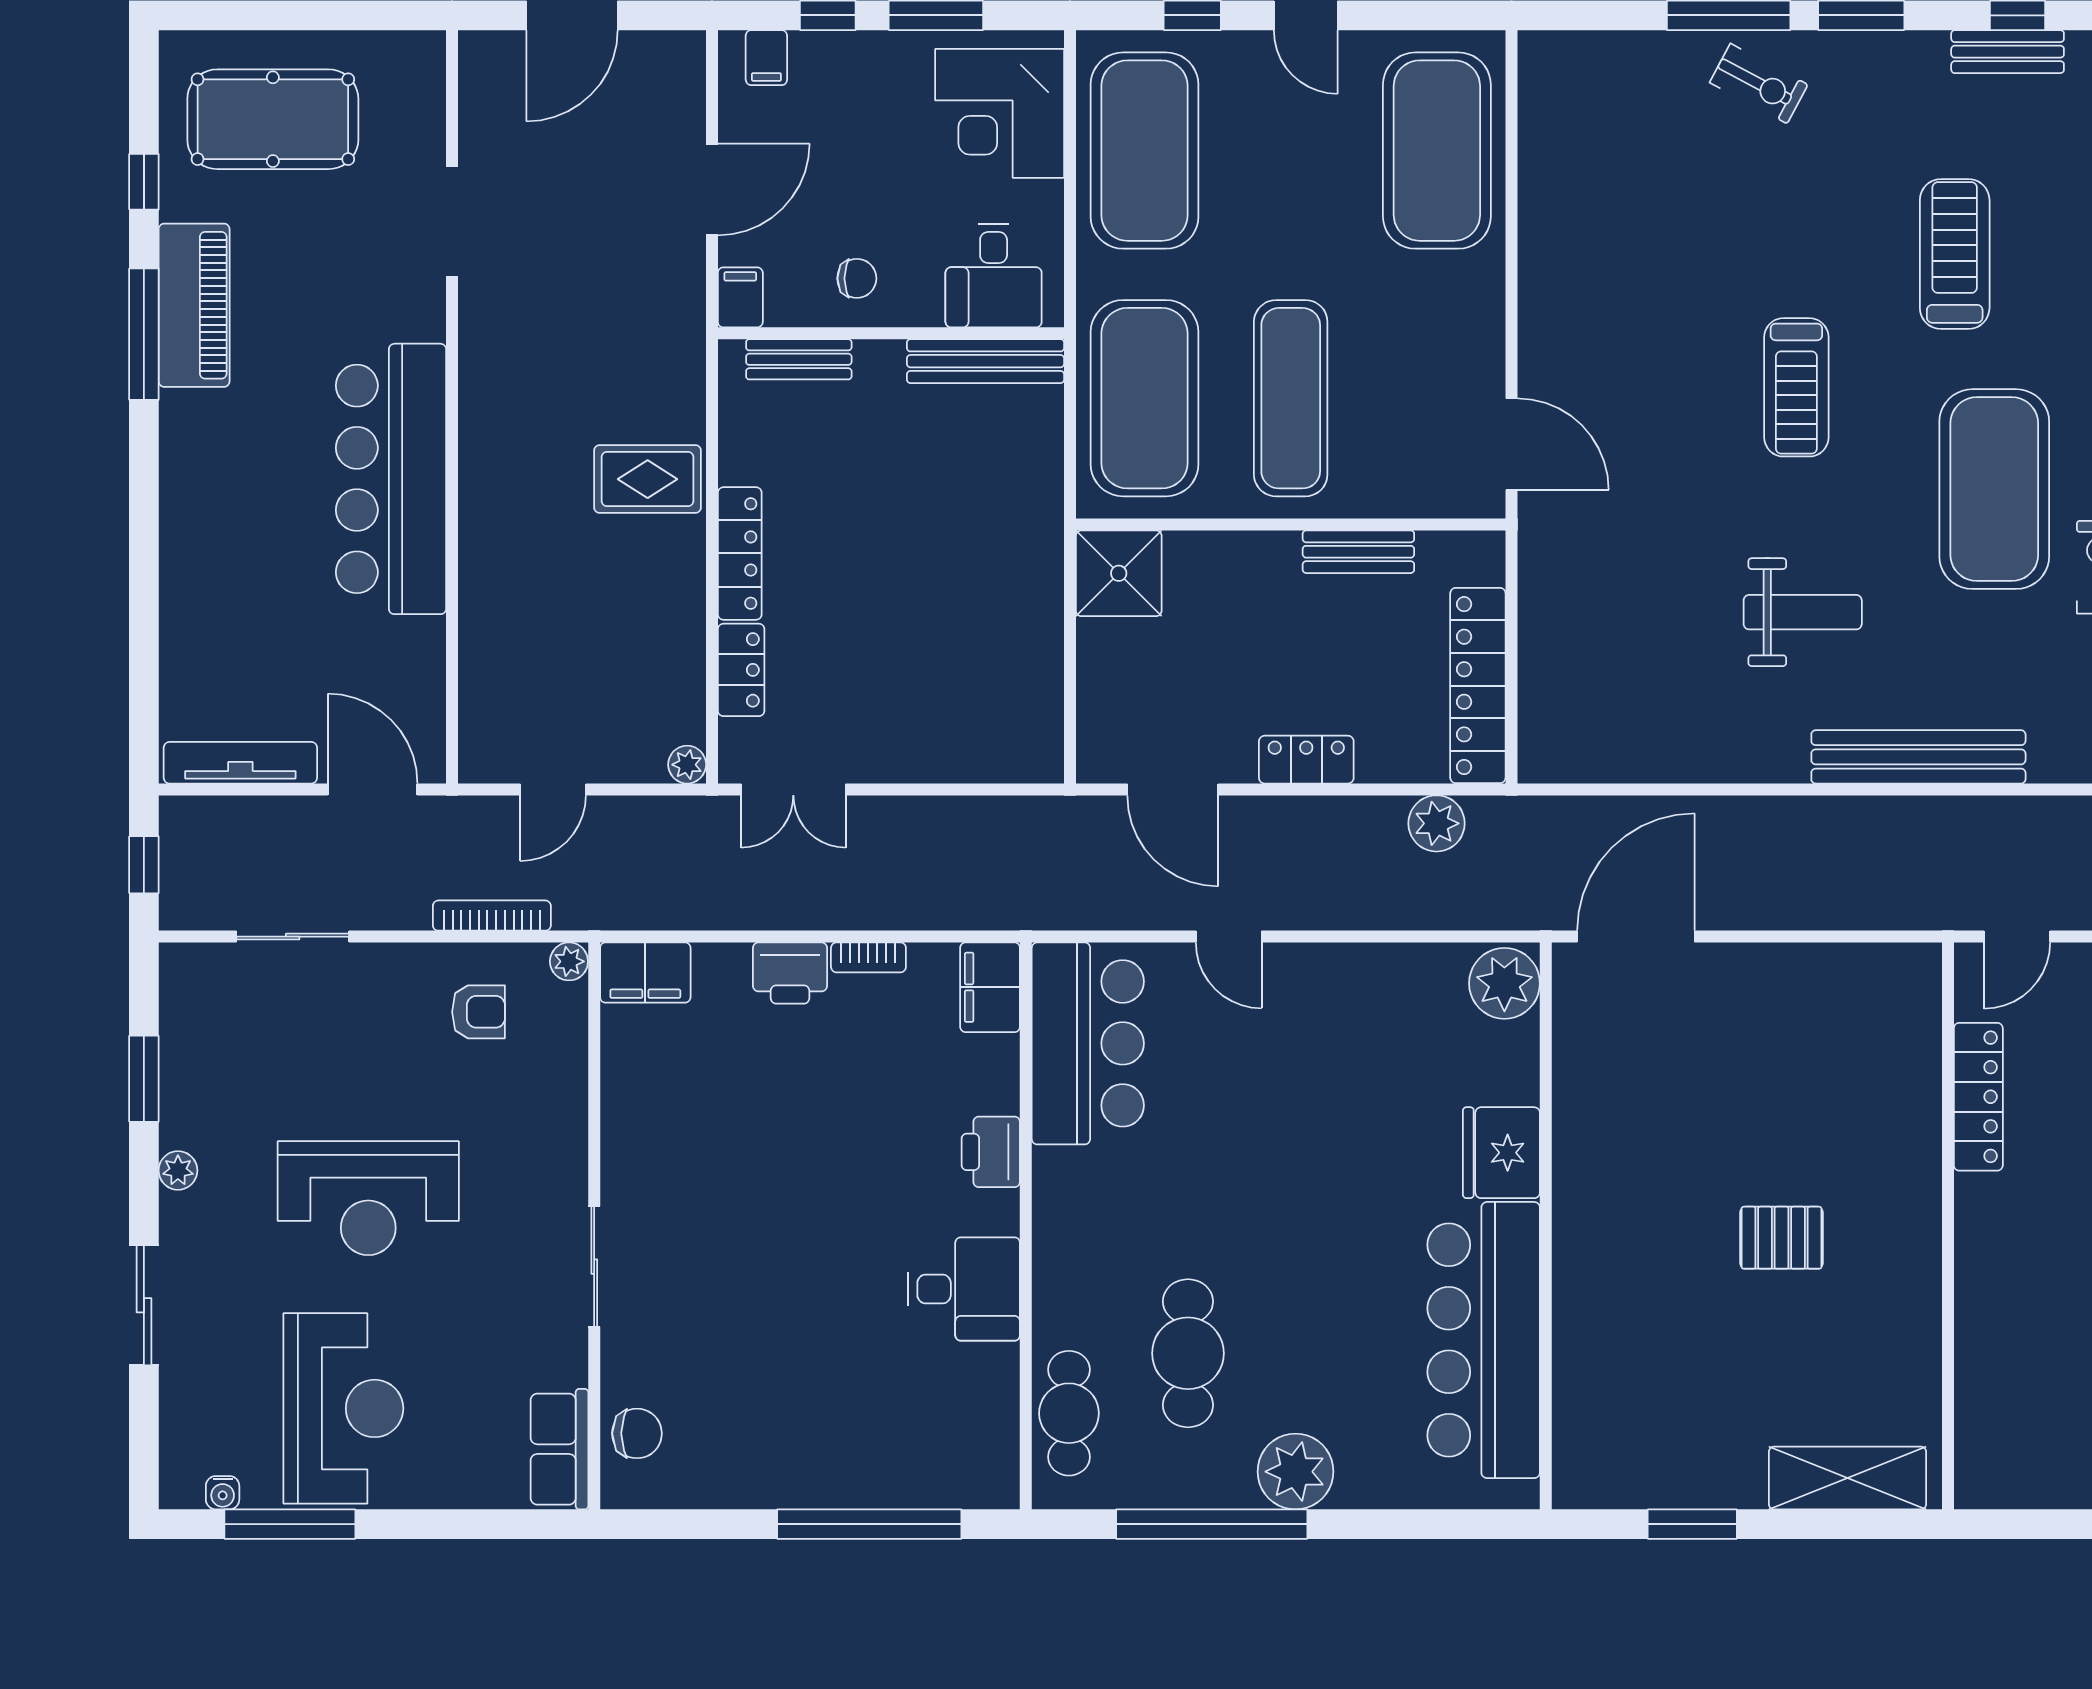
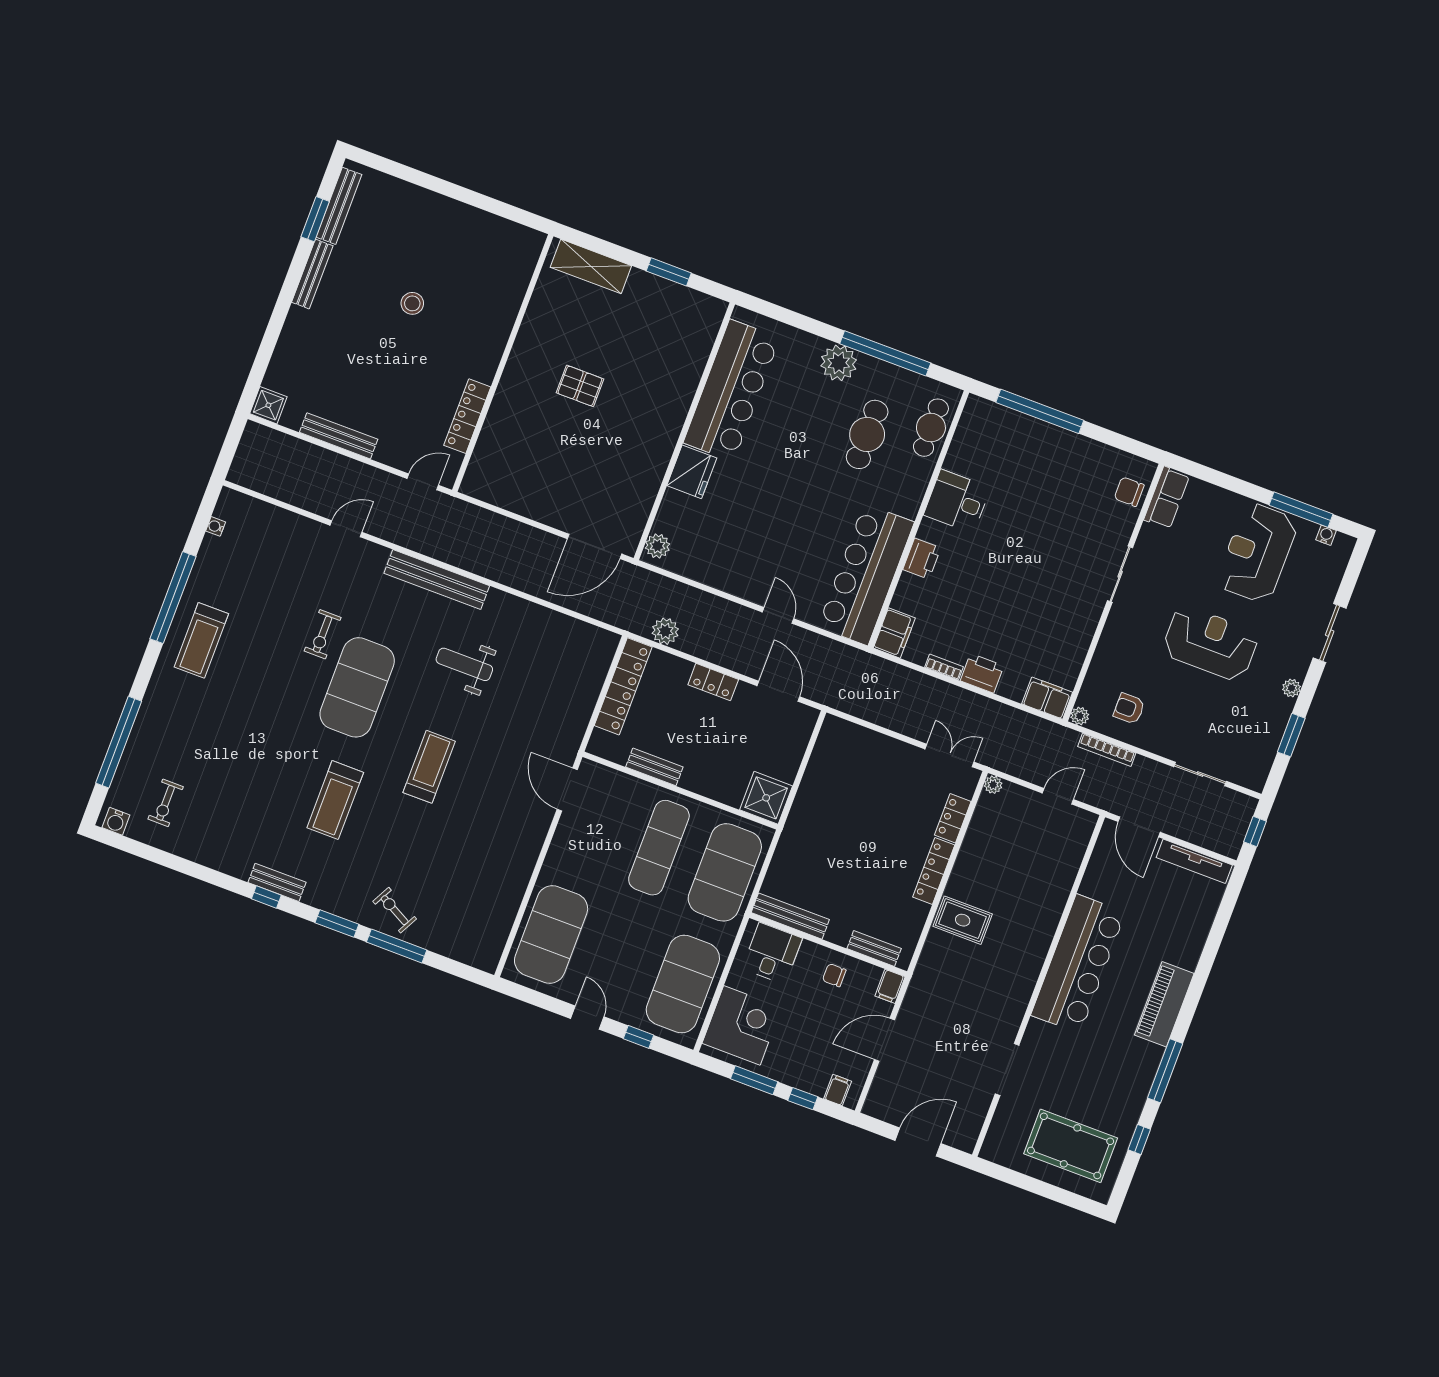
piano: (194, 305) -> (1164, 1004), moved
plant: (1504, 983) -> (657, 546), width x0.73, depth x0.73
bar counter: (1088, 1043) -> (866, 575), width x1.36

